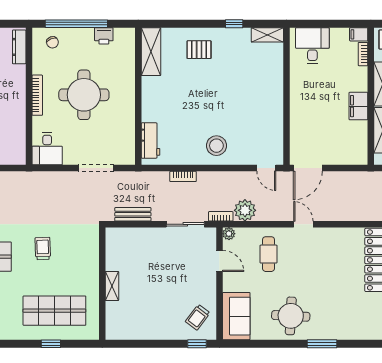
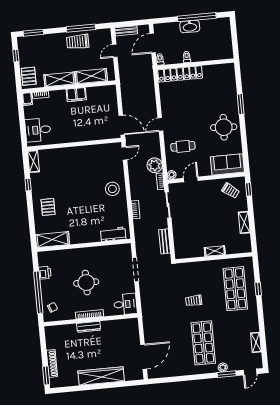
dresser: (19, 47) -> (89, 327), moved
round table: (84, 95) -> (86, 283), width x0.73, depth x0.73
shelving: (150, 333) -> (244, 222), added

